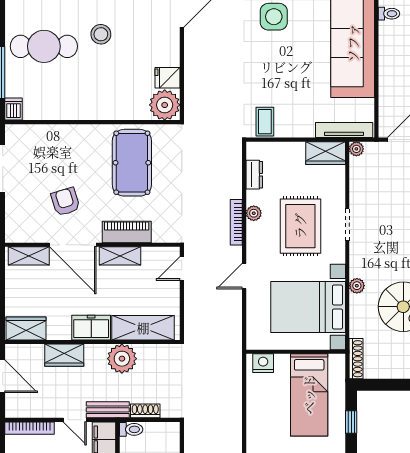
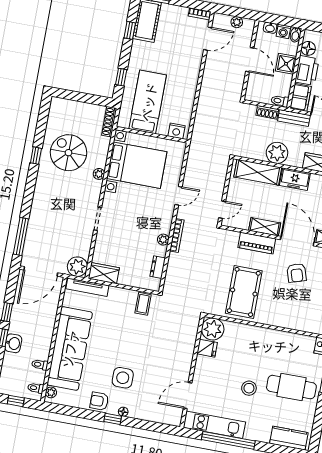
plant: (356, 149) -> (77, 267), width x1.88, depth x1.88
rug: (300, 226) -> (131, 224), removed

